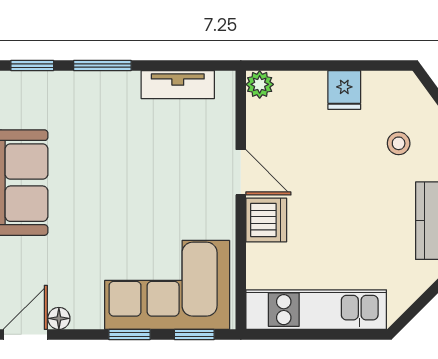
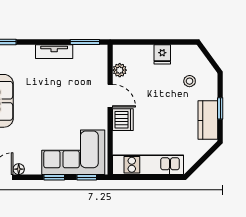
window: (102, 66) -> (85, 42), moved
plant: (260, 84) -> (120, 70), moved
tv unit: (178, 85) -> (54, 52), moved

